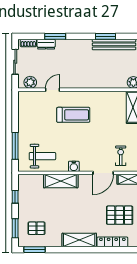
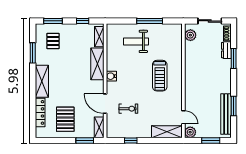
door: (52, 90) -> (183, 117), moved
window: (15, 146) -> (150, 21), moved
weight bench: (42, 156) -> (136, 41), moved, turned 90
exercise bike: (121, 156) -> (128, 109), moved
shelving: (32, 179) -> (99, 37), added
window: (34, 250) -> (33, 53), moved

